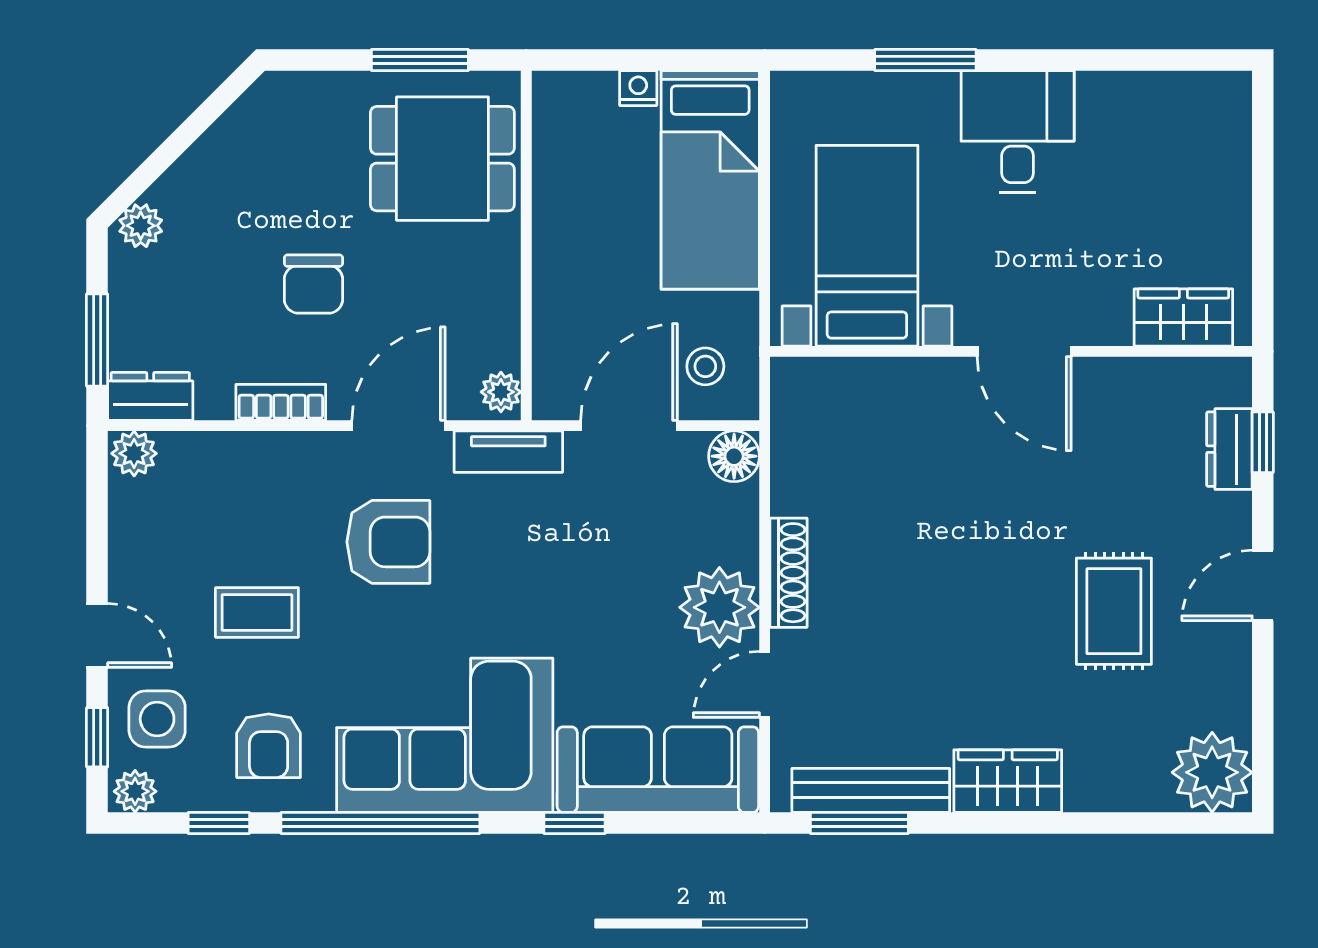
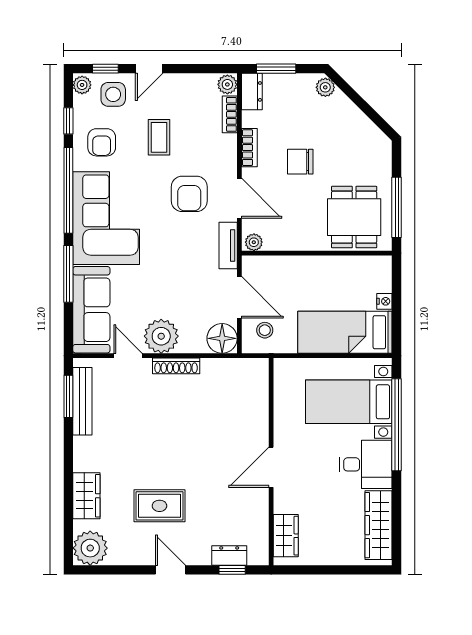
window: (420, 60) -> (397, 207), width x1.44
window: (925, 60) -> (397, 425), width x2.11
wardrobe: (1159, 102) -> (379, 525), added
bed with nightstands: (867, 246) -> (349, 402), moved, turned 180
bookcase: (204, 448) -> (230, 114), added
floor lamp: (734, 456) -> (222, 338), width x1.38, depth x1.38
armchair: (269, 746) -> (102, 142), turned -90
wardrobe: (1008, 781) -> (86, 496), moved
window: (574, 823) -> (68, 274), width x2.17

